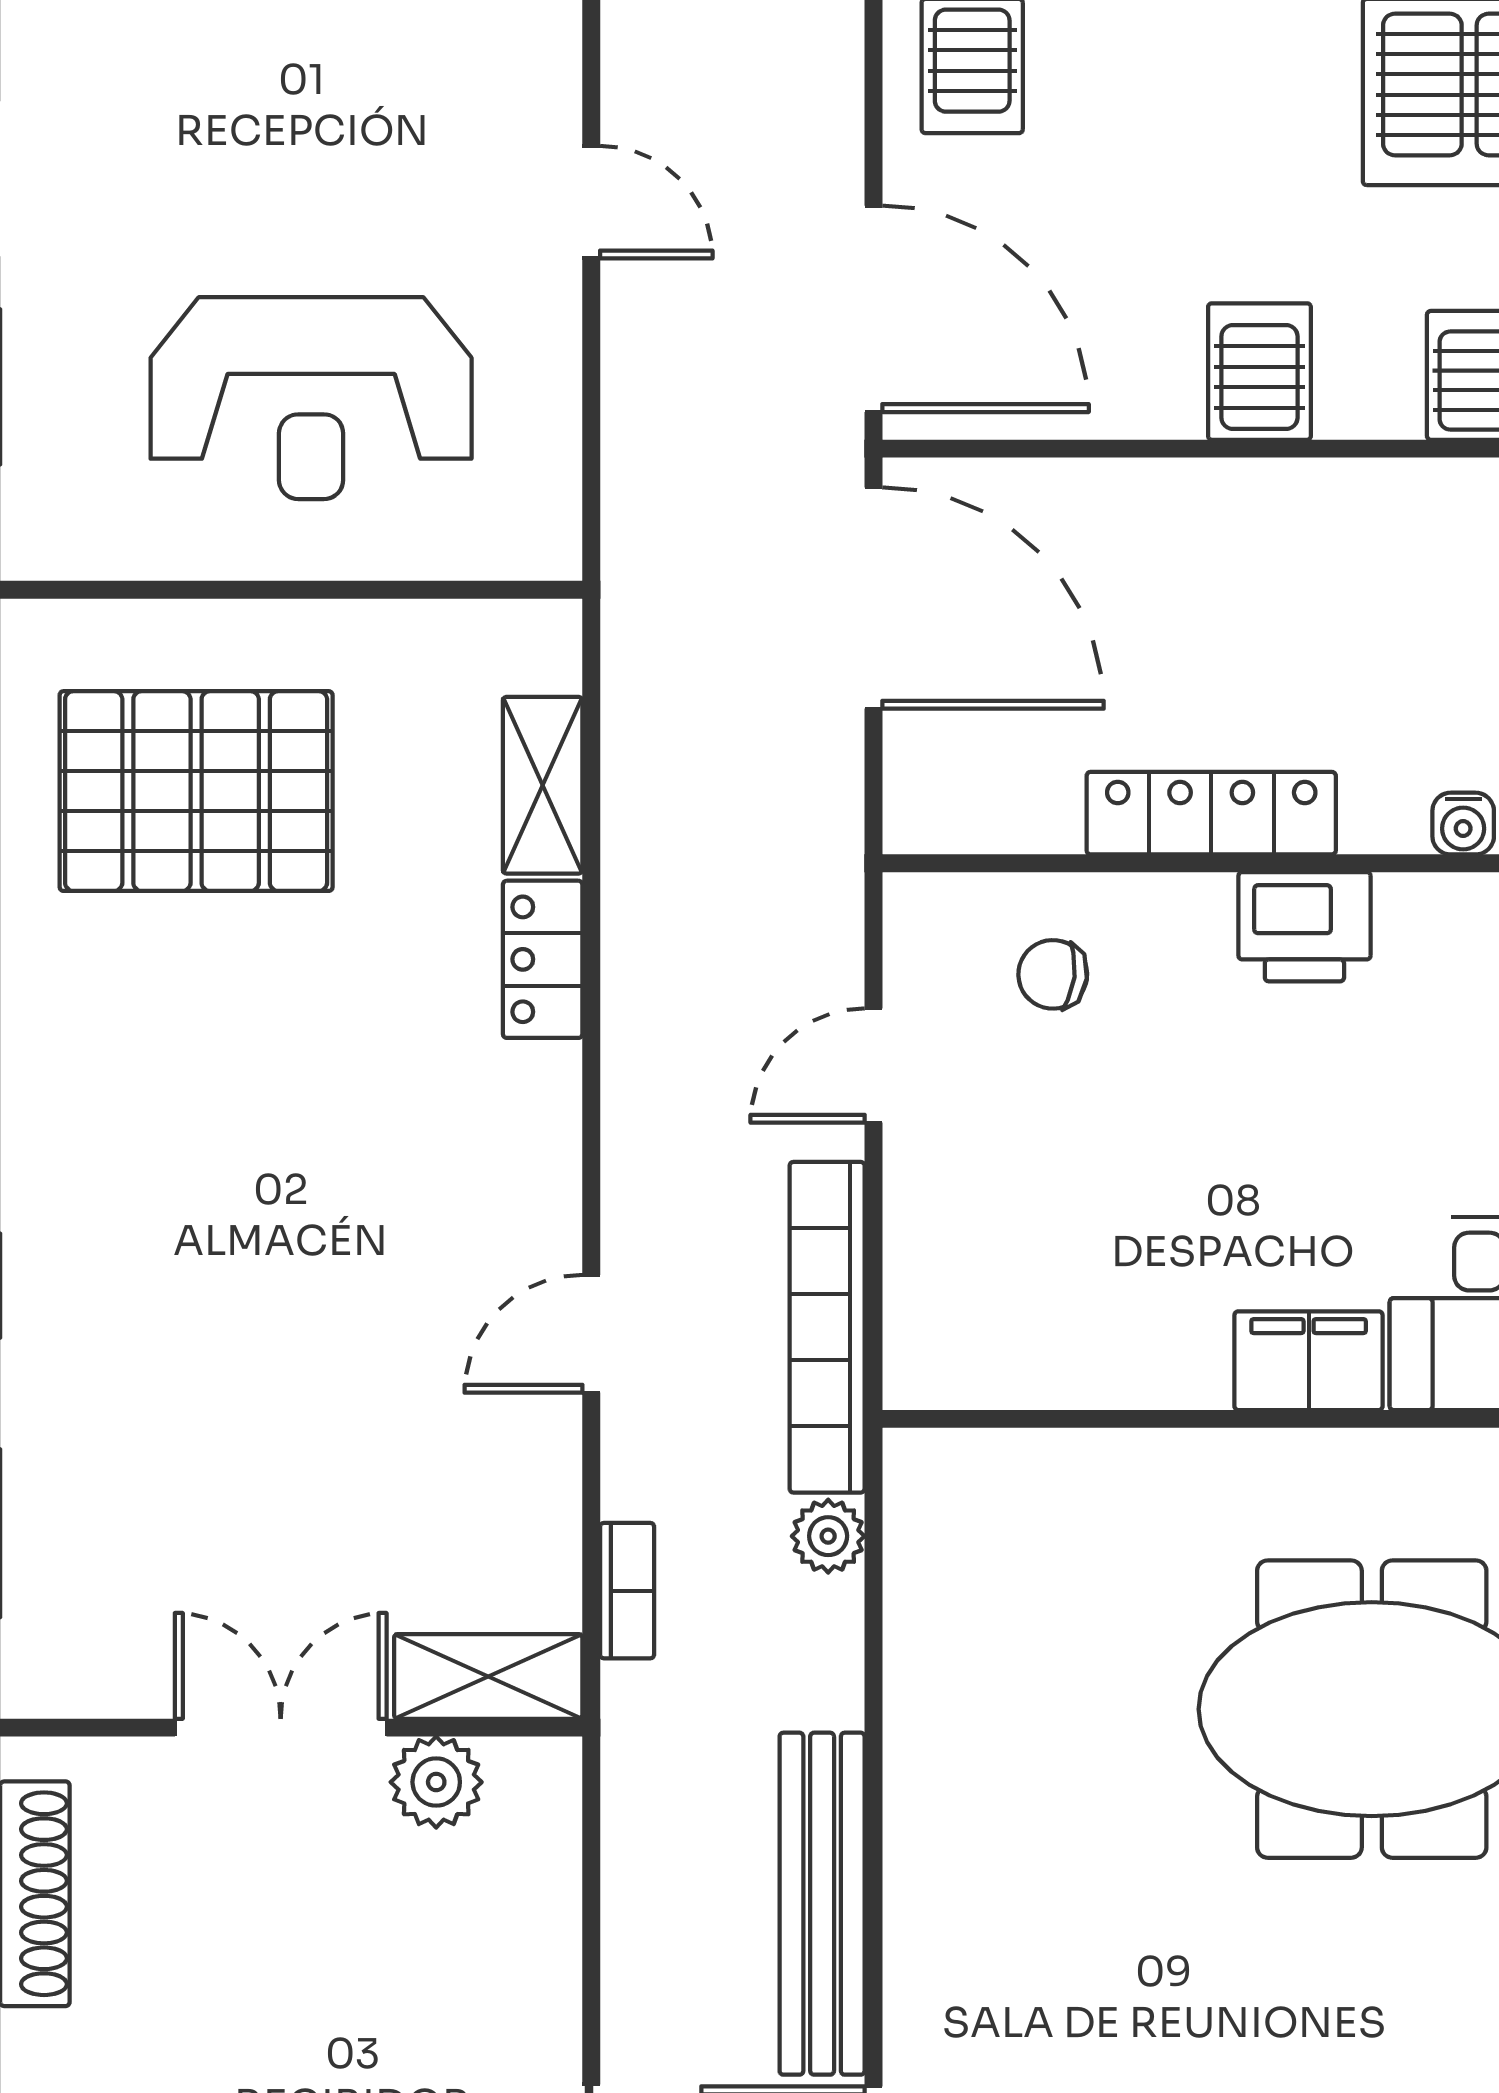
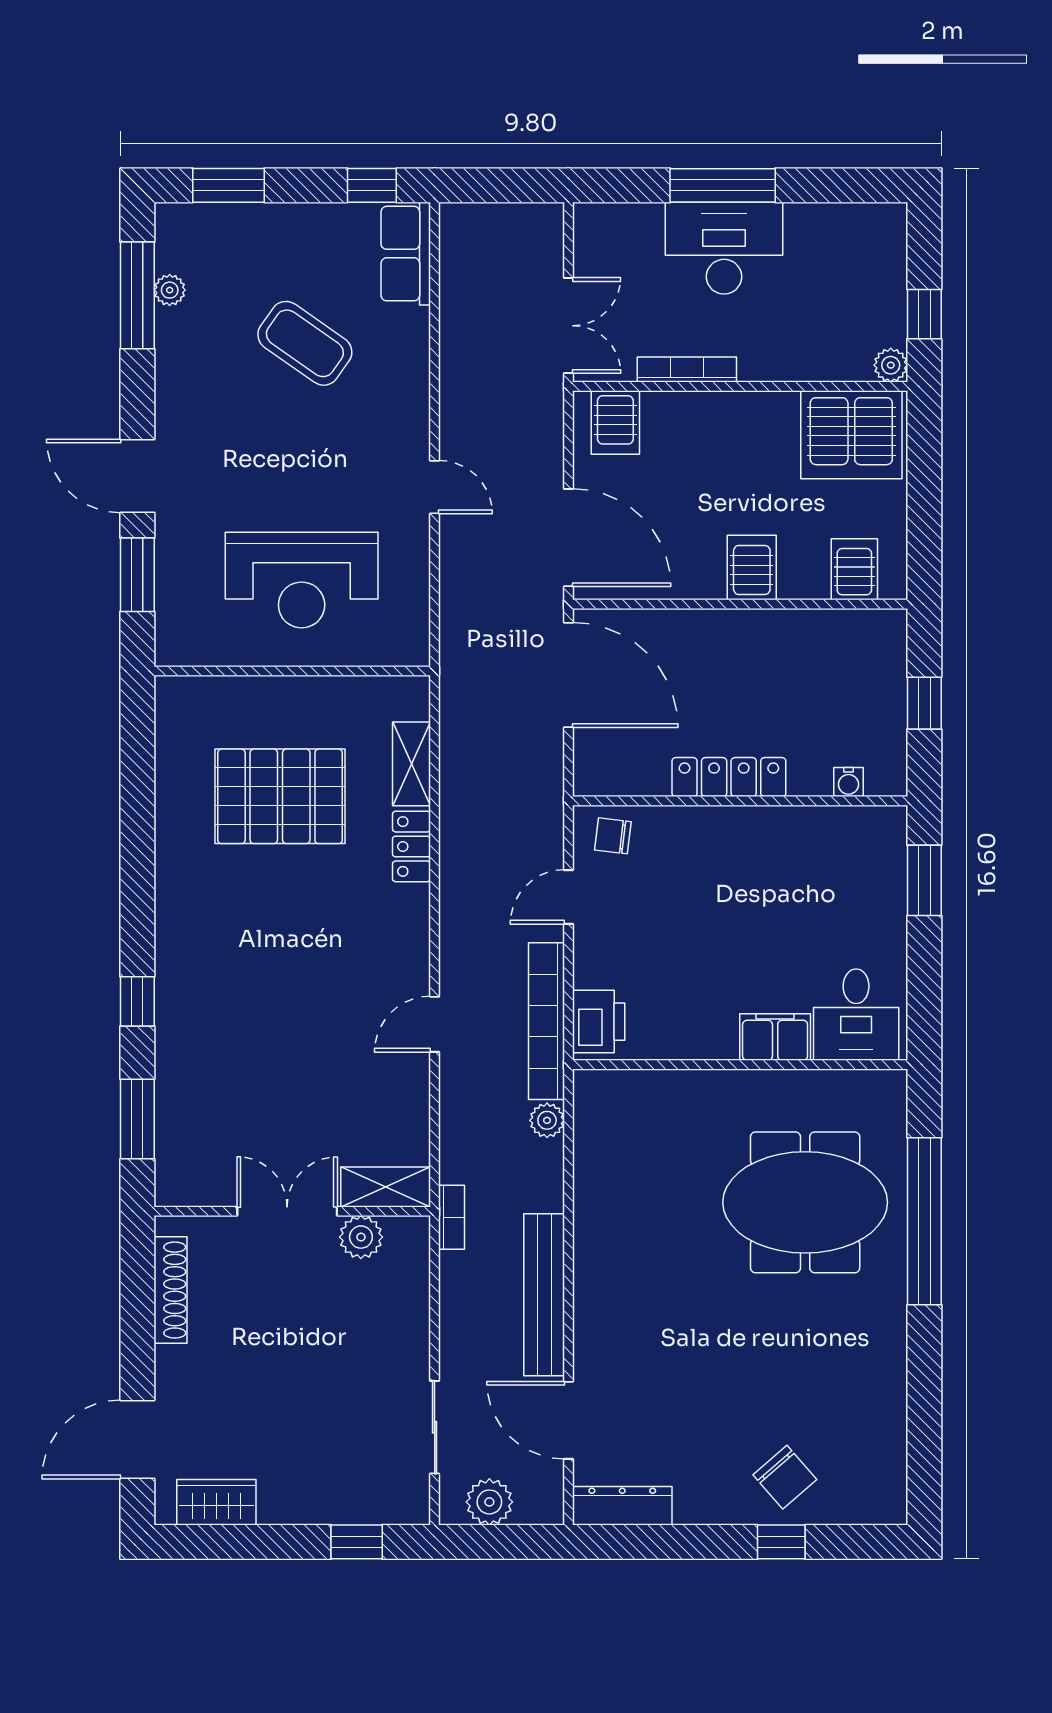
pallet: (196, 791) -> (280, 796), moved
printer: (1304, 927) -> (599, 1022), moved, turned -90
chair: (1053, 974) -> (613, 836), moved
bookcase: (627, 1591) -> (452, 1217), moved

